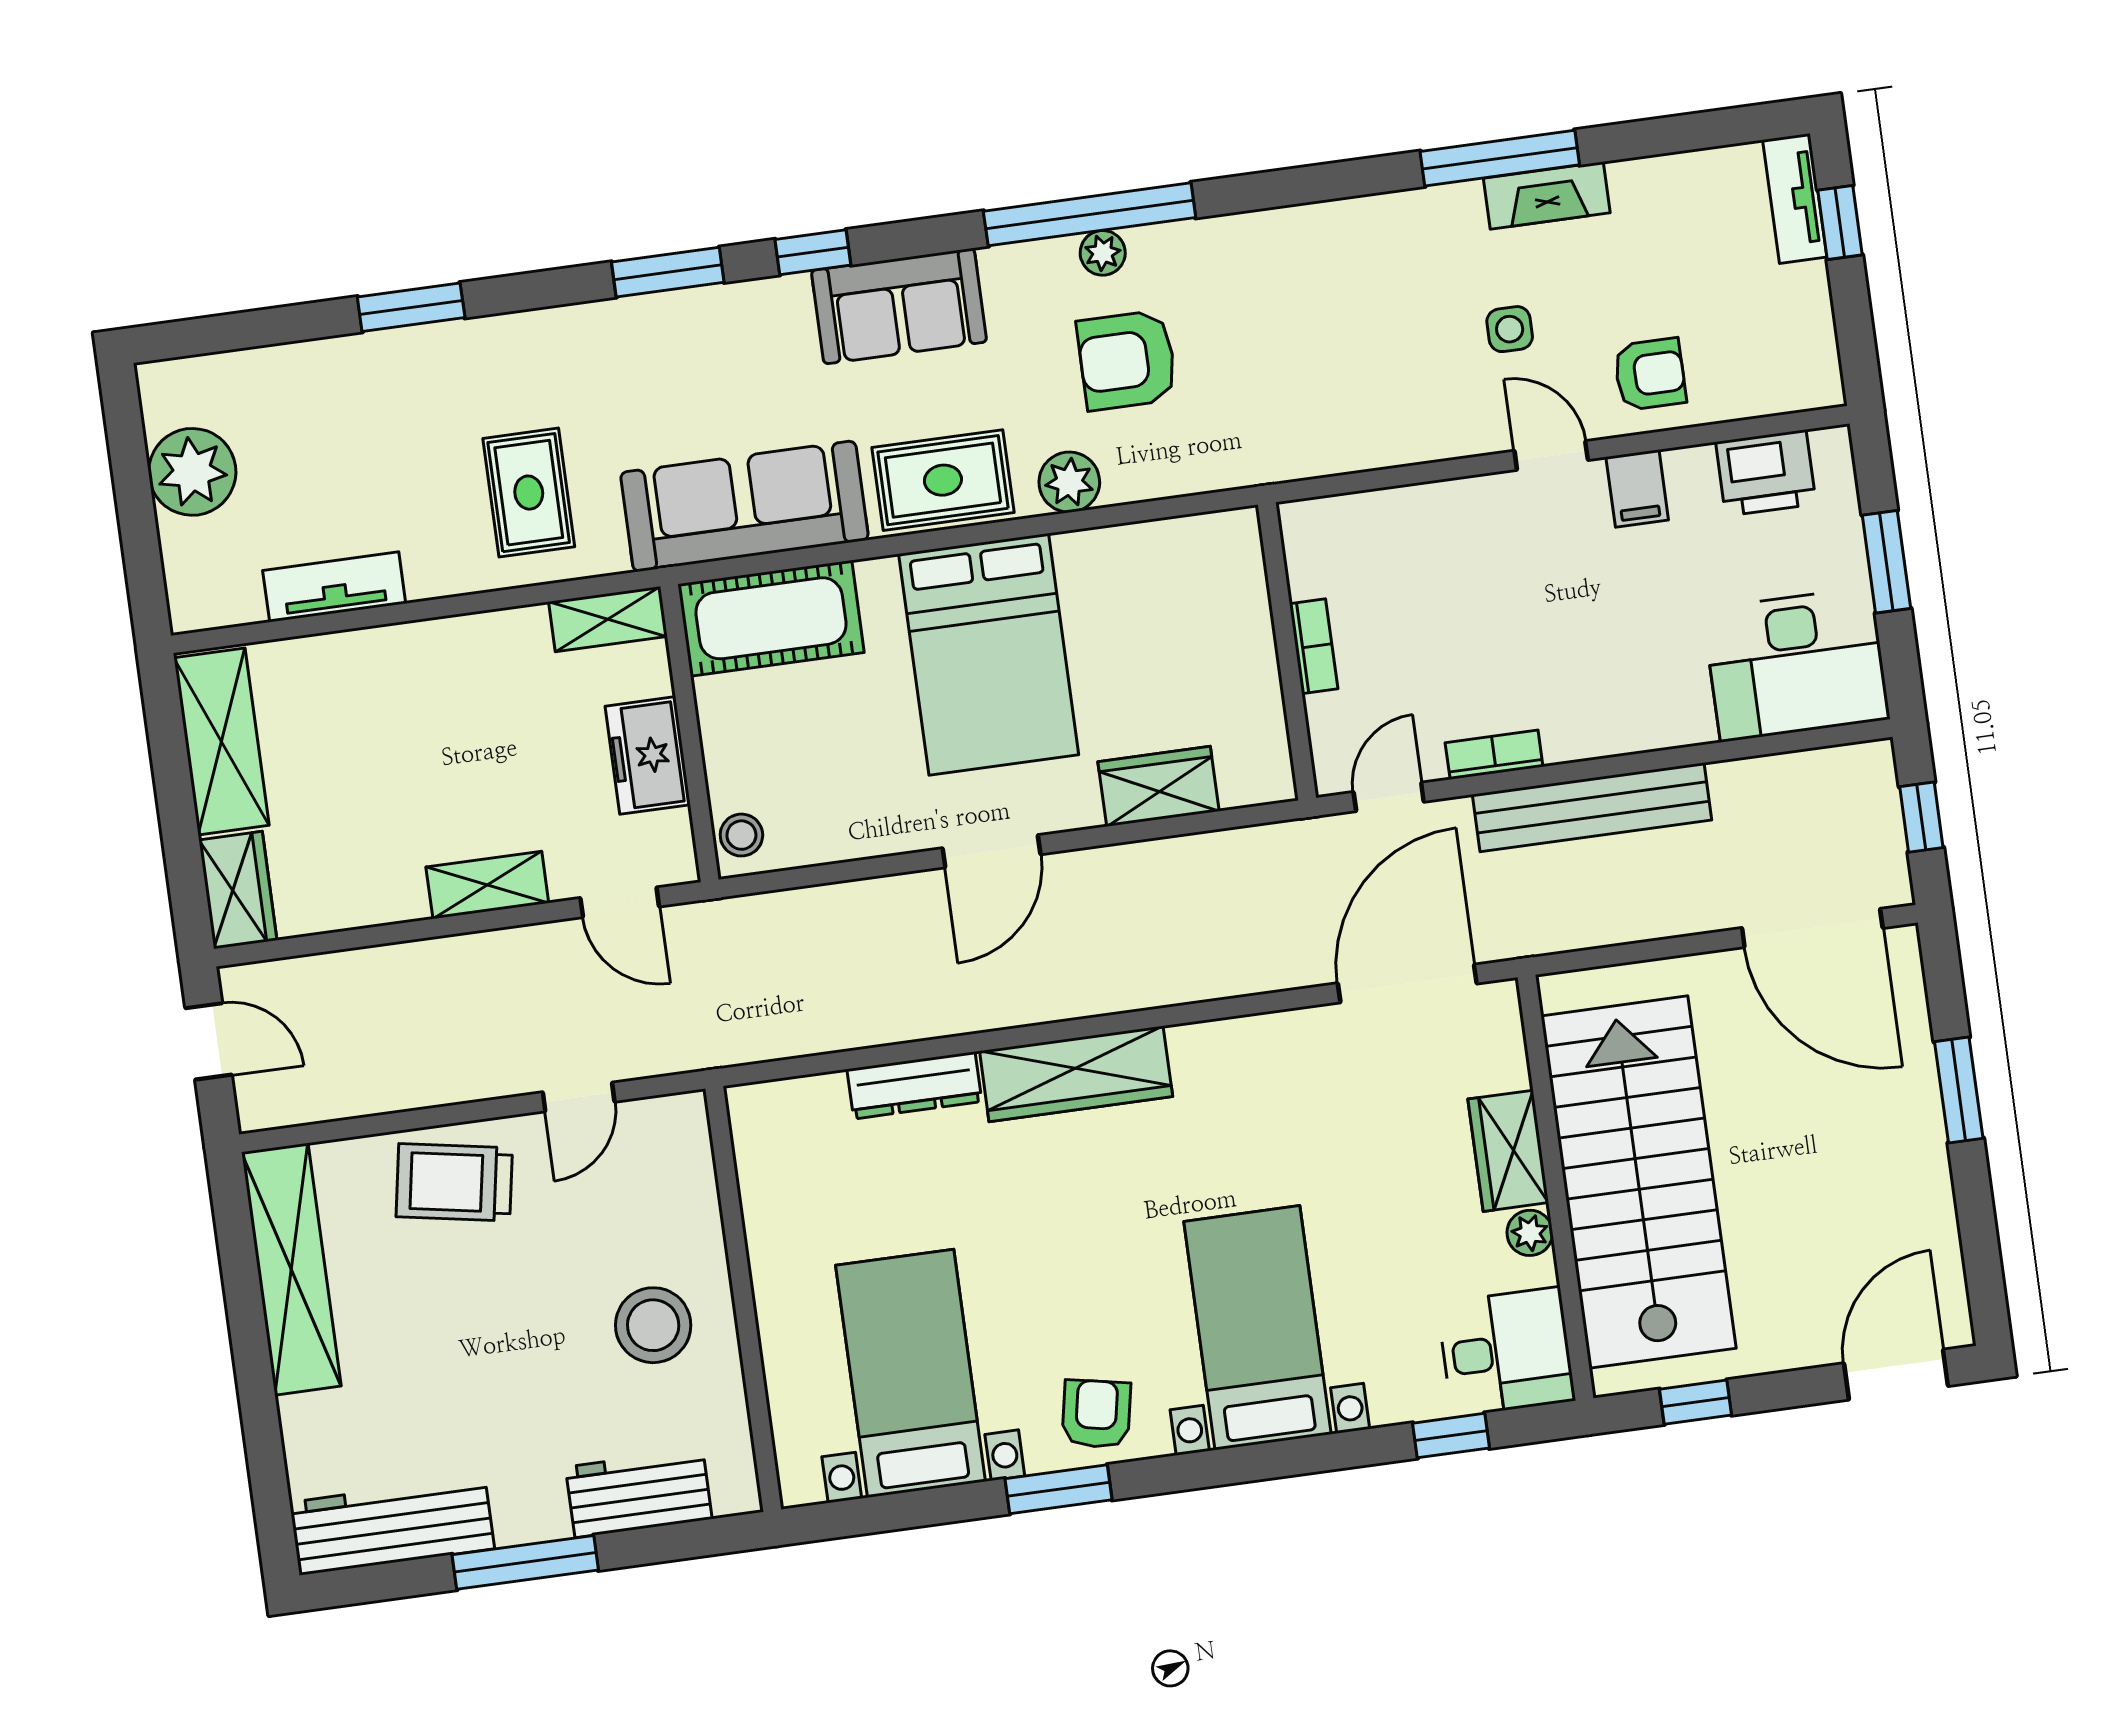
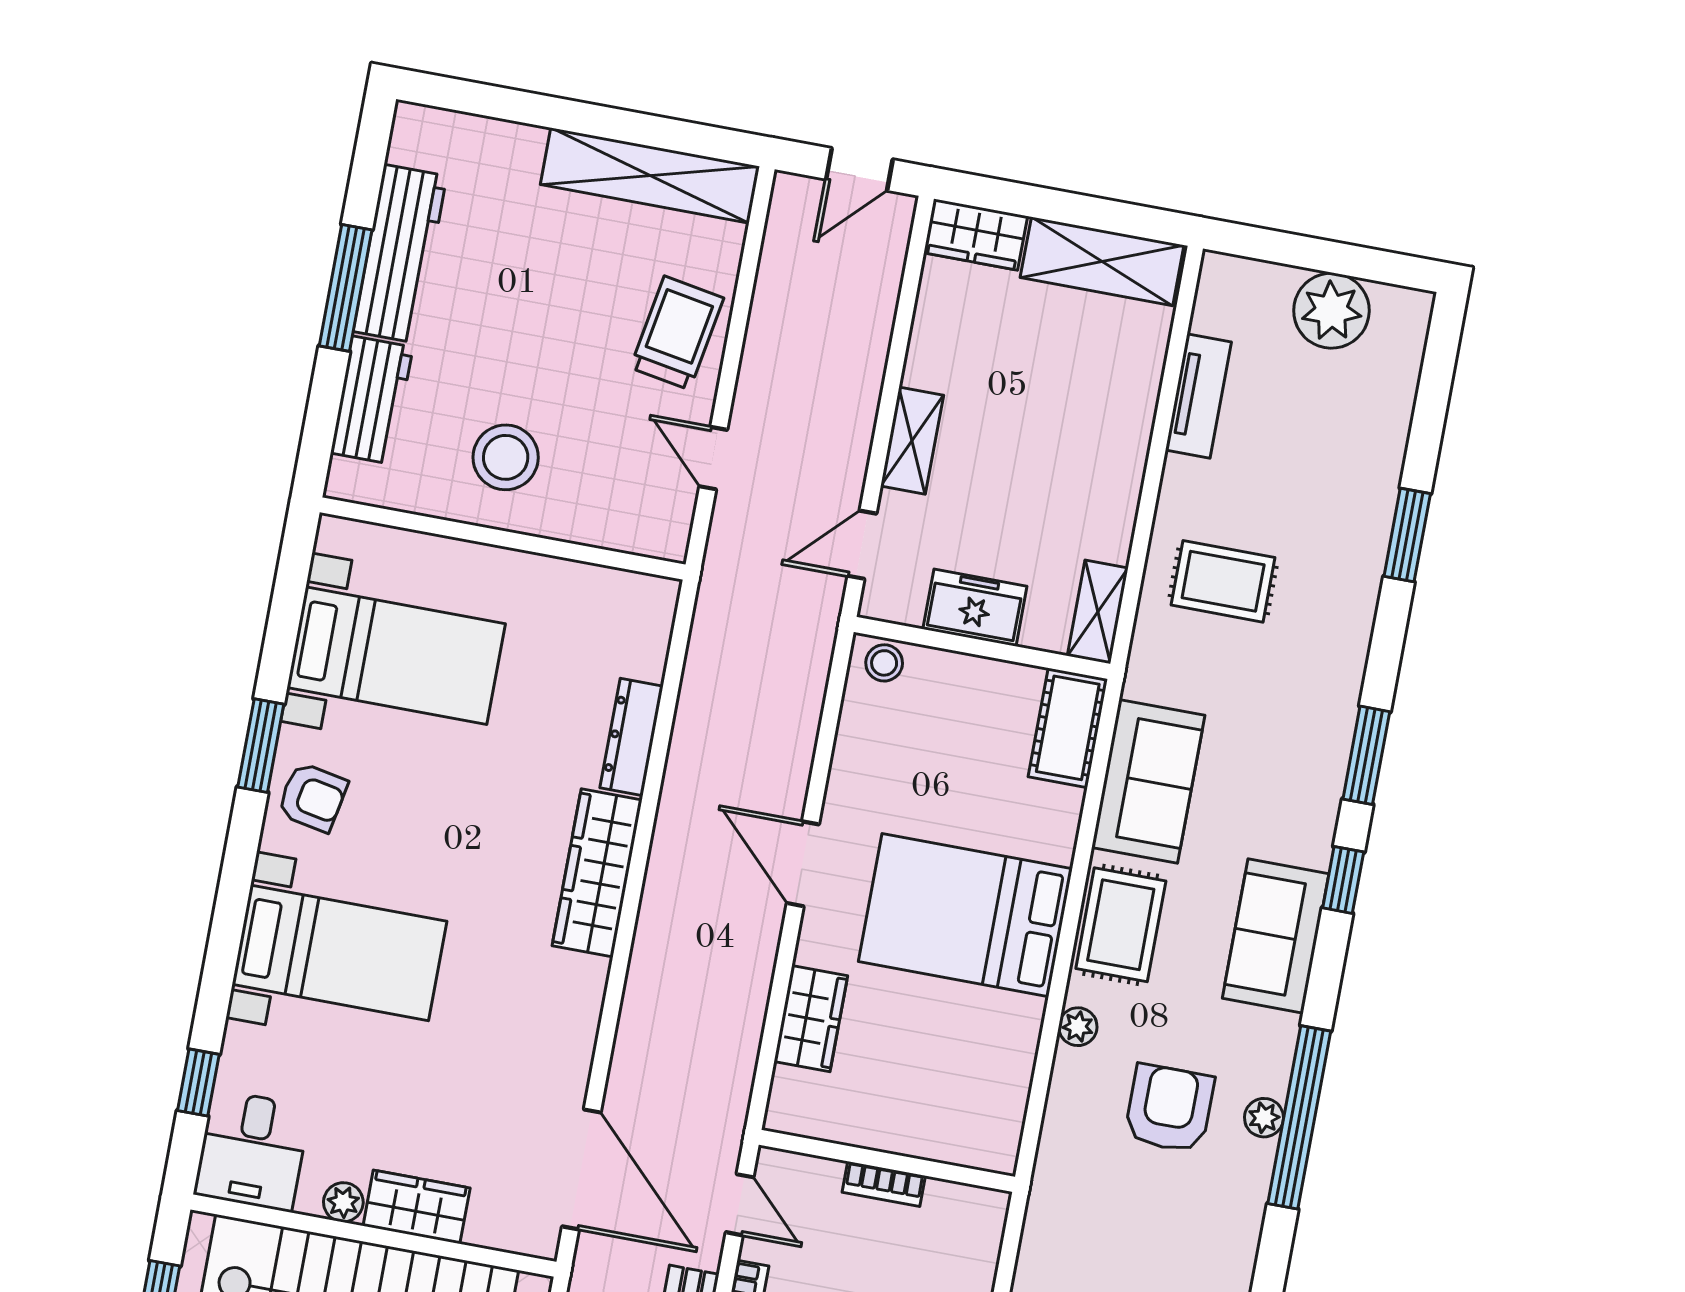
plant: (1069, 482) -> (1078, 1027), width x0.73, depth x0.73
sofa: (744, 506) -> (1148, 781), width x0.73
cot: (771, 618) -> (1068, 728), width x0.73, depth x0.75
workbench: (392, 1526) -> (400, 254), moved

